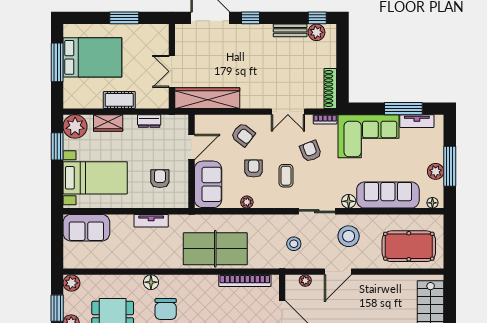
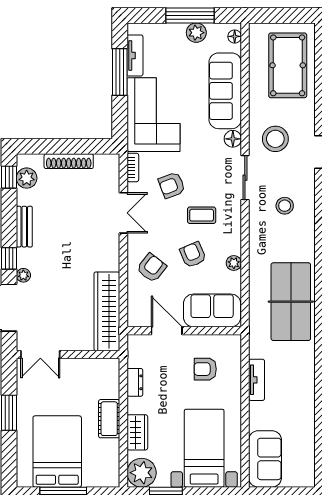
plant: (237, 30) -> (23, 275), added
bench: (290, 30) -> (24, 227), moved
double door: (172, 71) -> (40, 355), moved
shoe rack: (330, 89) -> (69, 161), moved
armchair: (254, 169) -> (193, 255), turned 67

